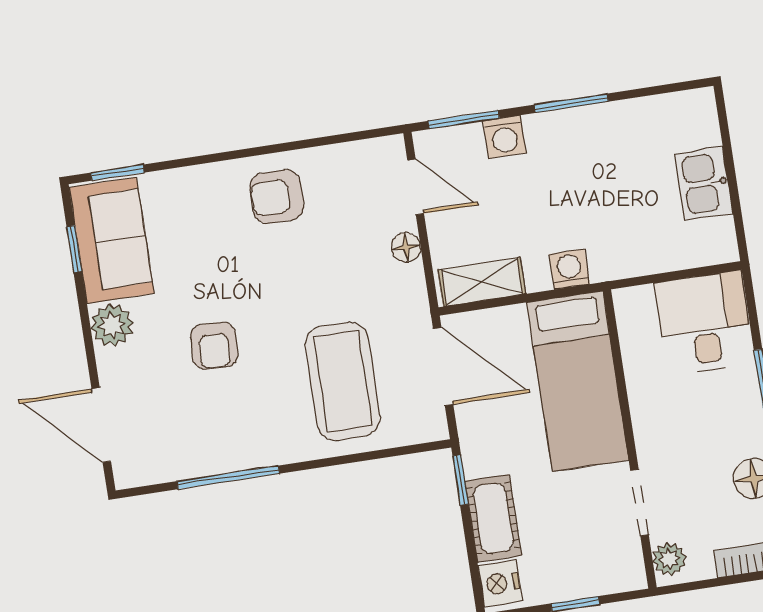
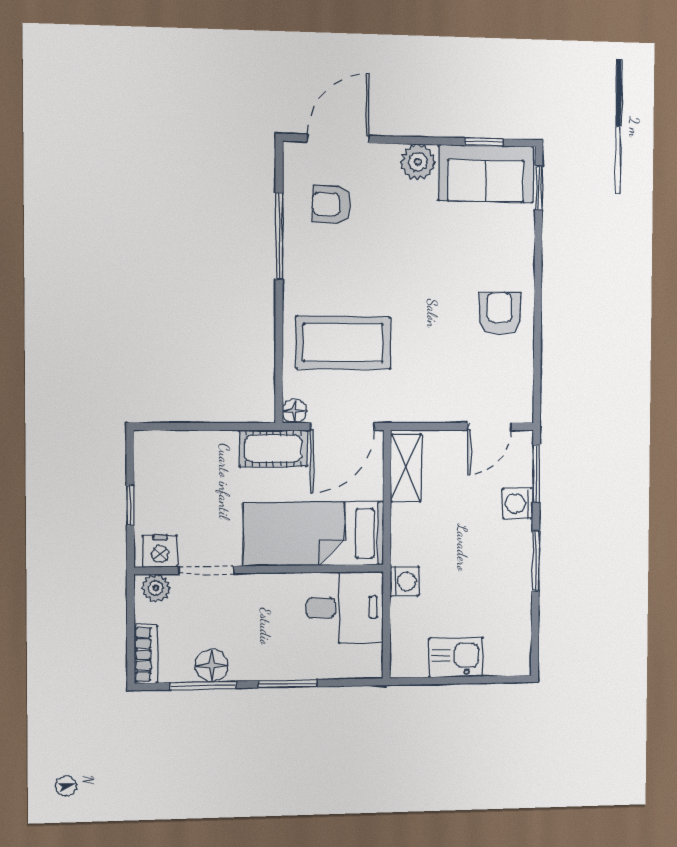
floor lamp: (406, 247) -> (294, 411), moved
washing machine: (569, 269) -> (405, 581), moved
desk: (704, 323) -> (345, 608), moved
armchair: (214, 346) -> (331, 204), moved
window: (461, 480) -> (248, 426), removed
cot: (493, 518) -> (273, 448), moved
nightstand: (500, 583) -> (160, 551), moved, turned 180

